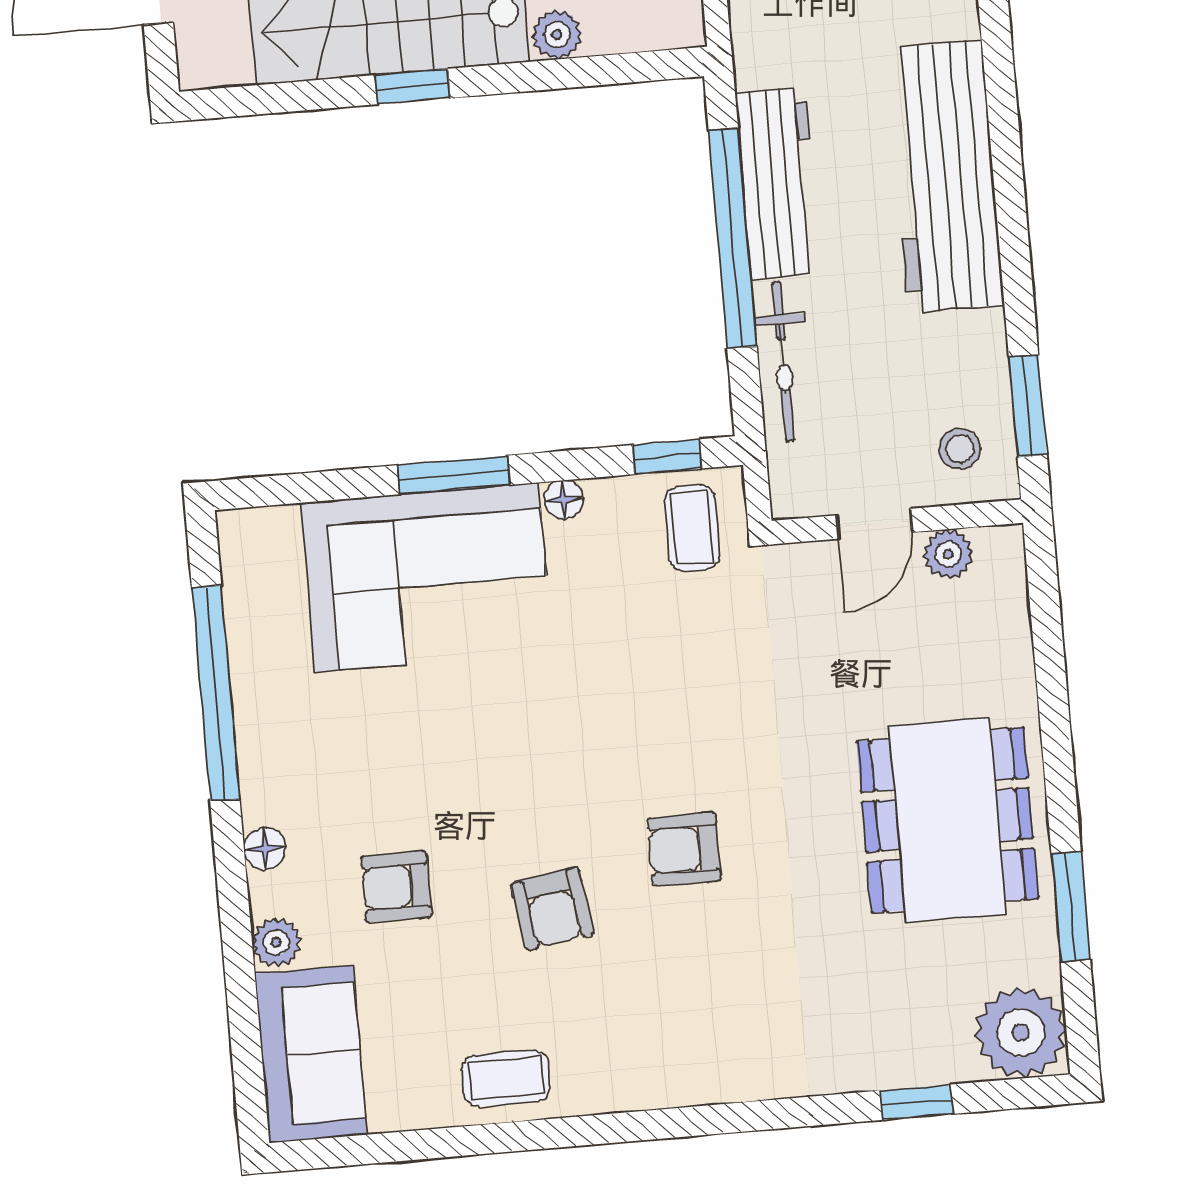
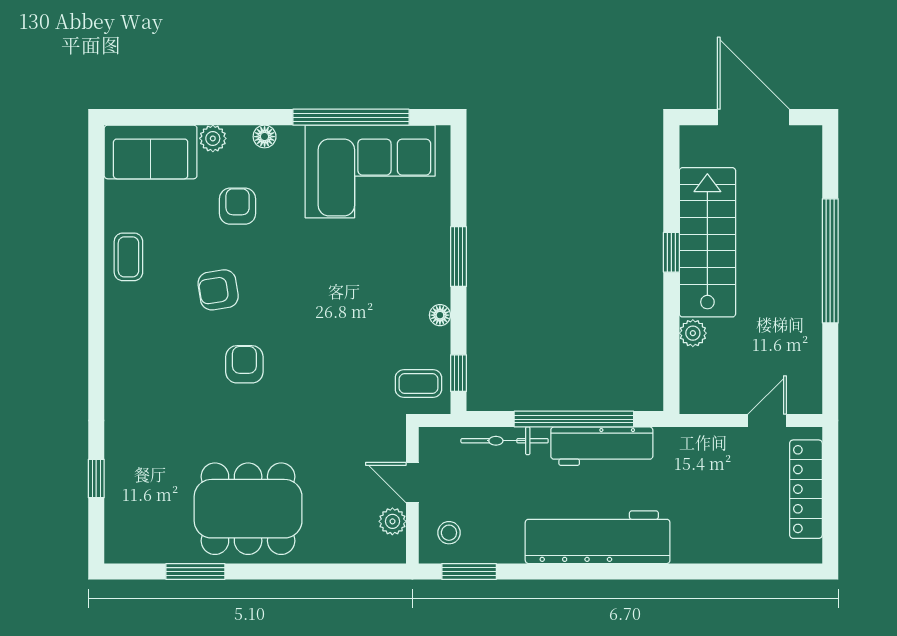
corner sofa: (427, 577) -> (370, 171), moved, turned -90
plant: (1021, 1033) -> (129, 539), removed

